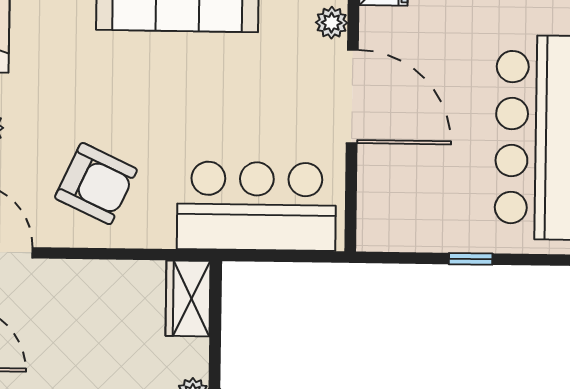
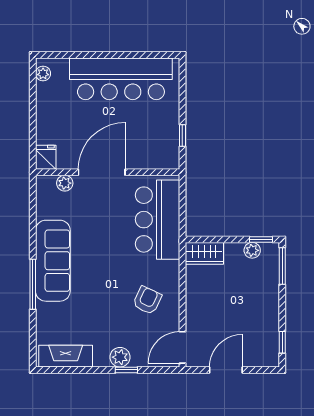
armchair: (96, 184) -> (147, 300), width x0.72, depth x0.72
window: (471, 259) -> (182, 136), moved

